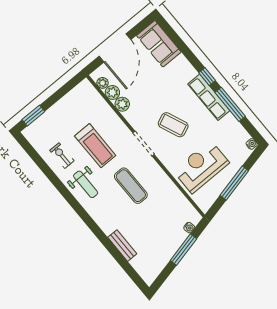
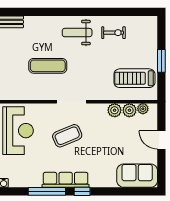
door: (115, 48) -> (161, 140), width x0.53
window: (33, 116) -> (161, 61), moved
treadmill: (95, 146) -> (134, 78), moved

